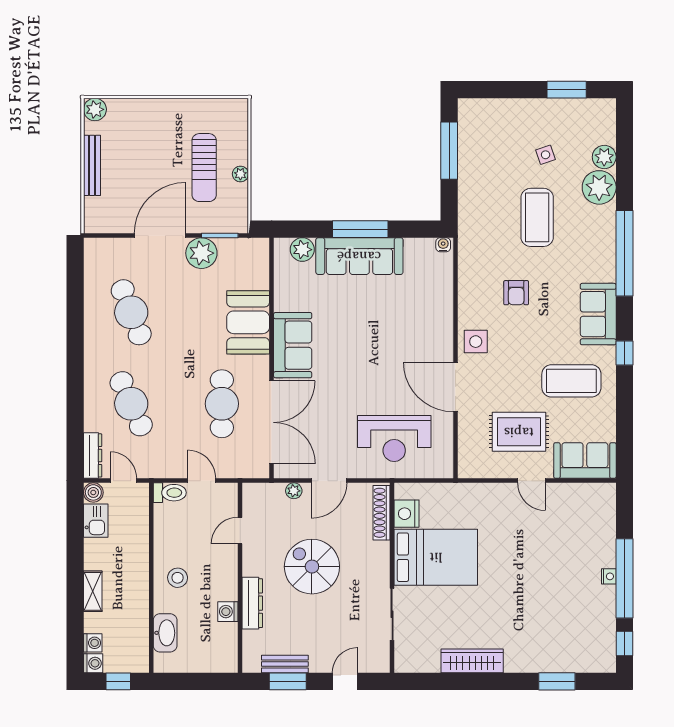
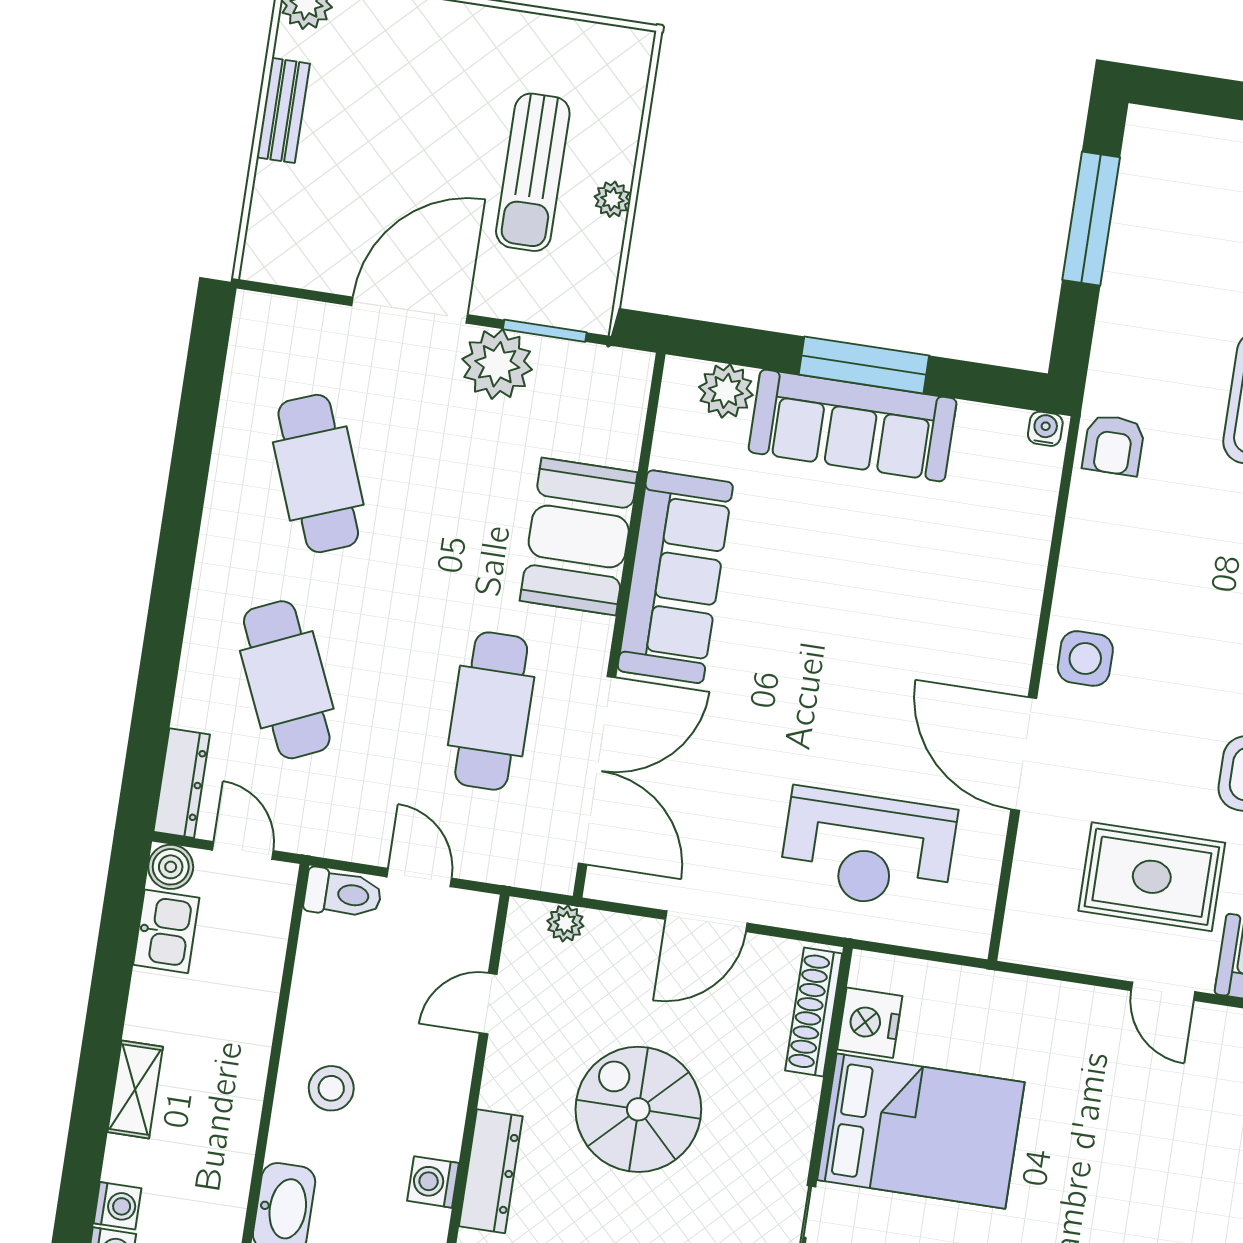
bench: (92, 165) -> (283, 110), width x0.73
armchair: (516, 293) -> (1114, 445), moved
sofa: (293, 345) -> (675, 577), width x1.36
plant: (294, 491) -> (565, 923), moved

